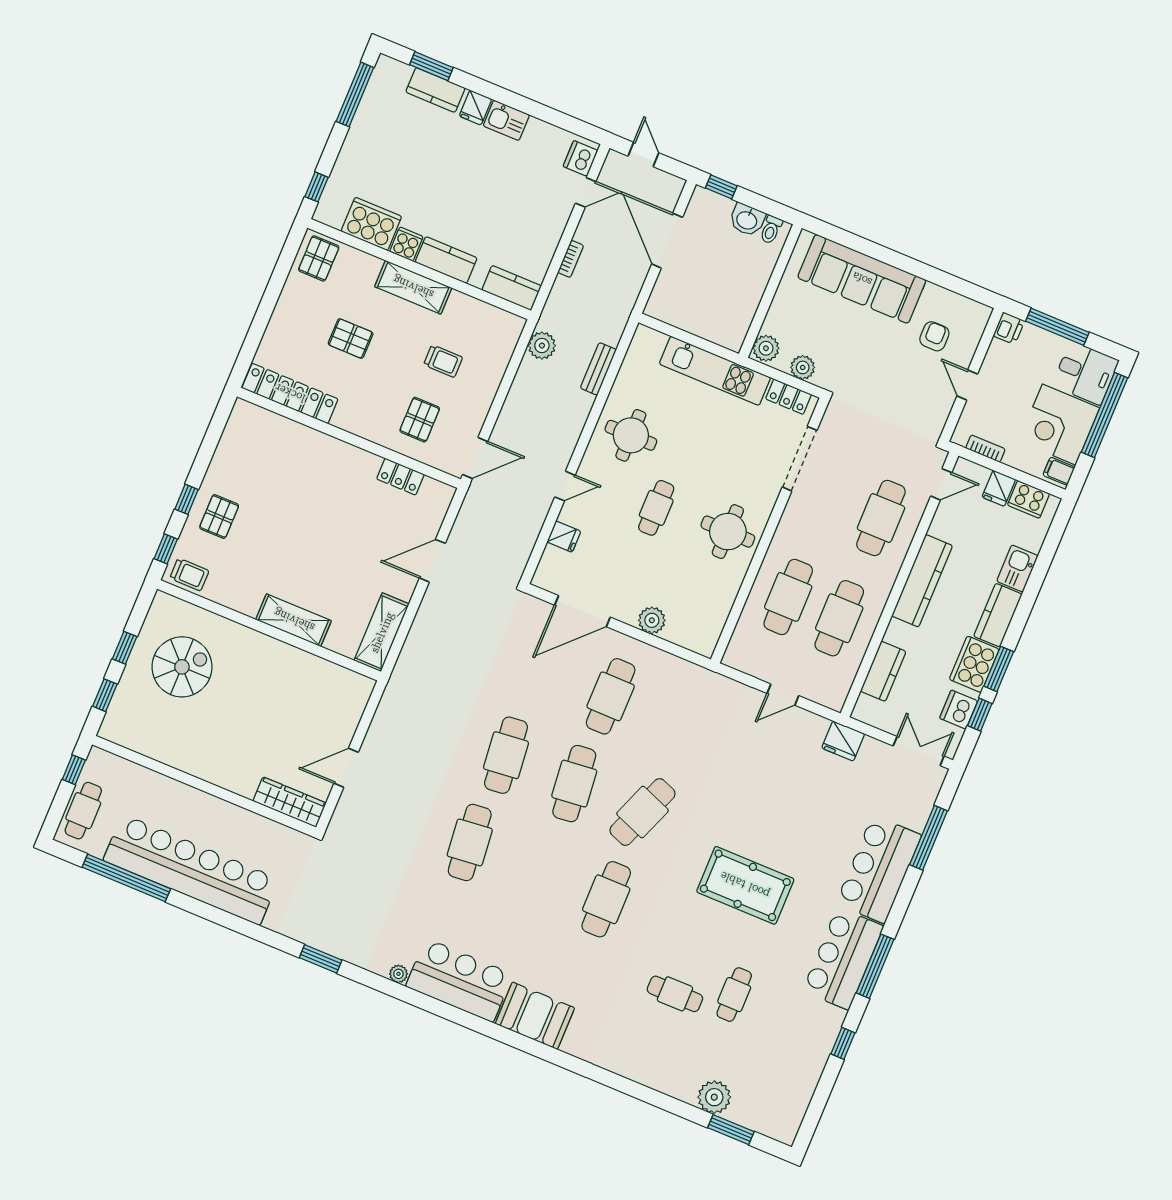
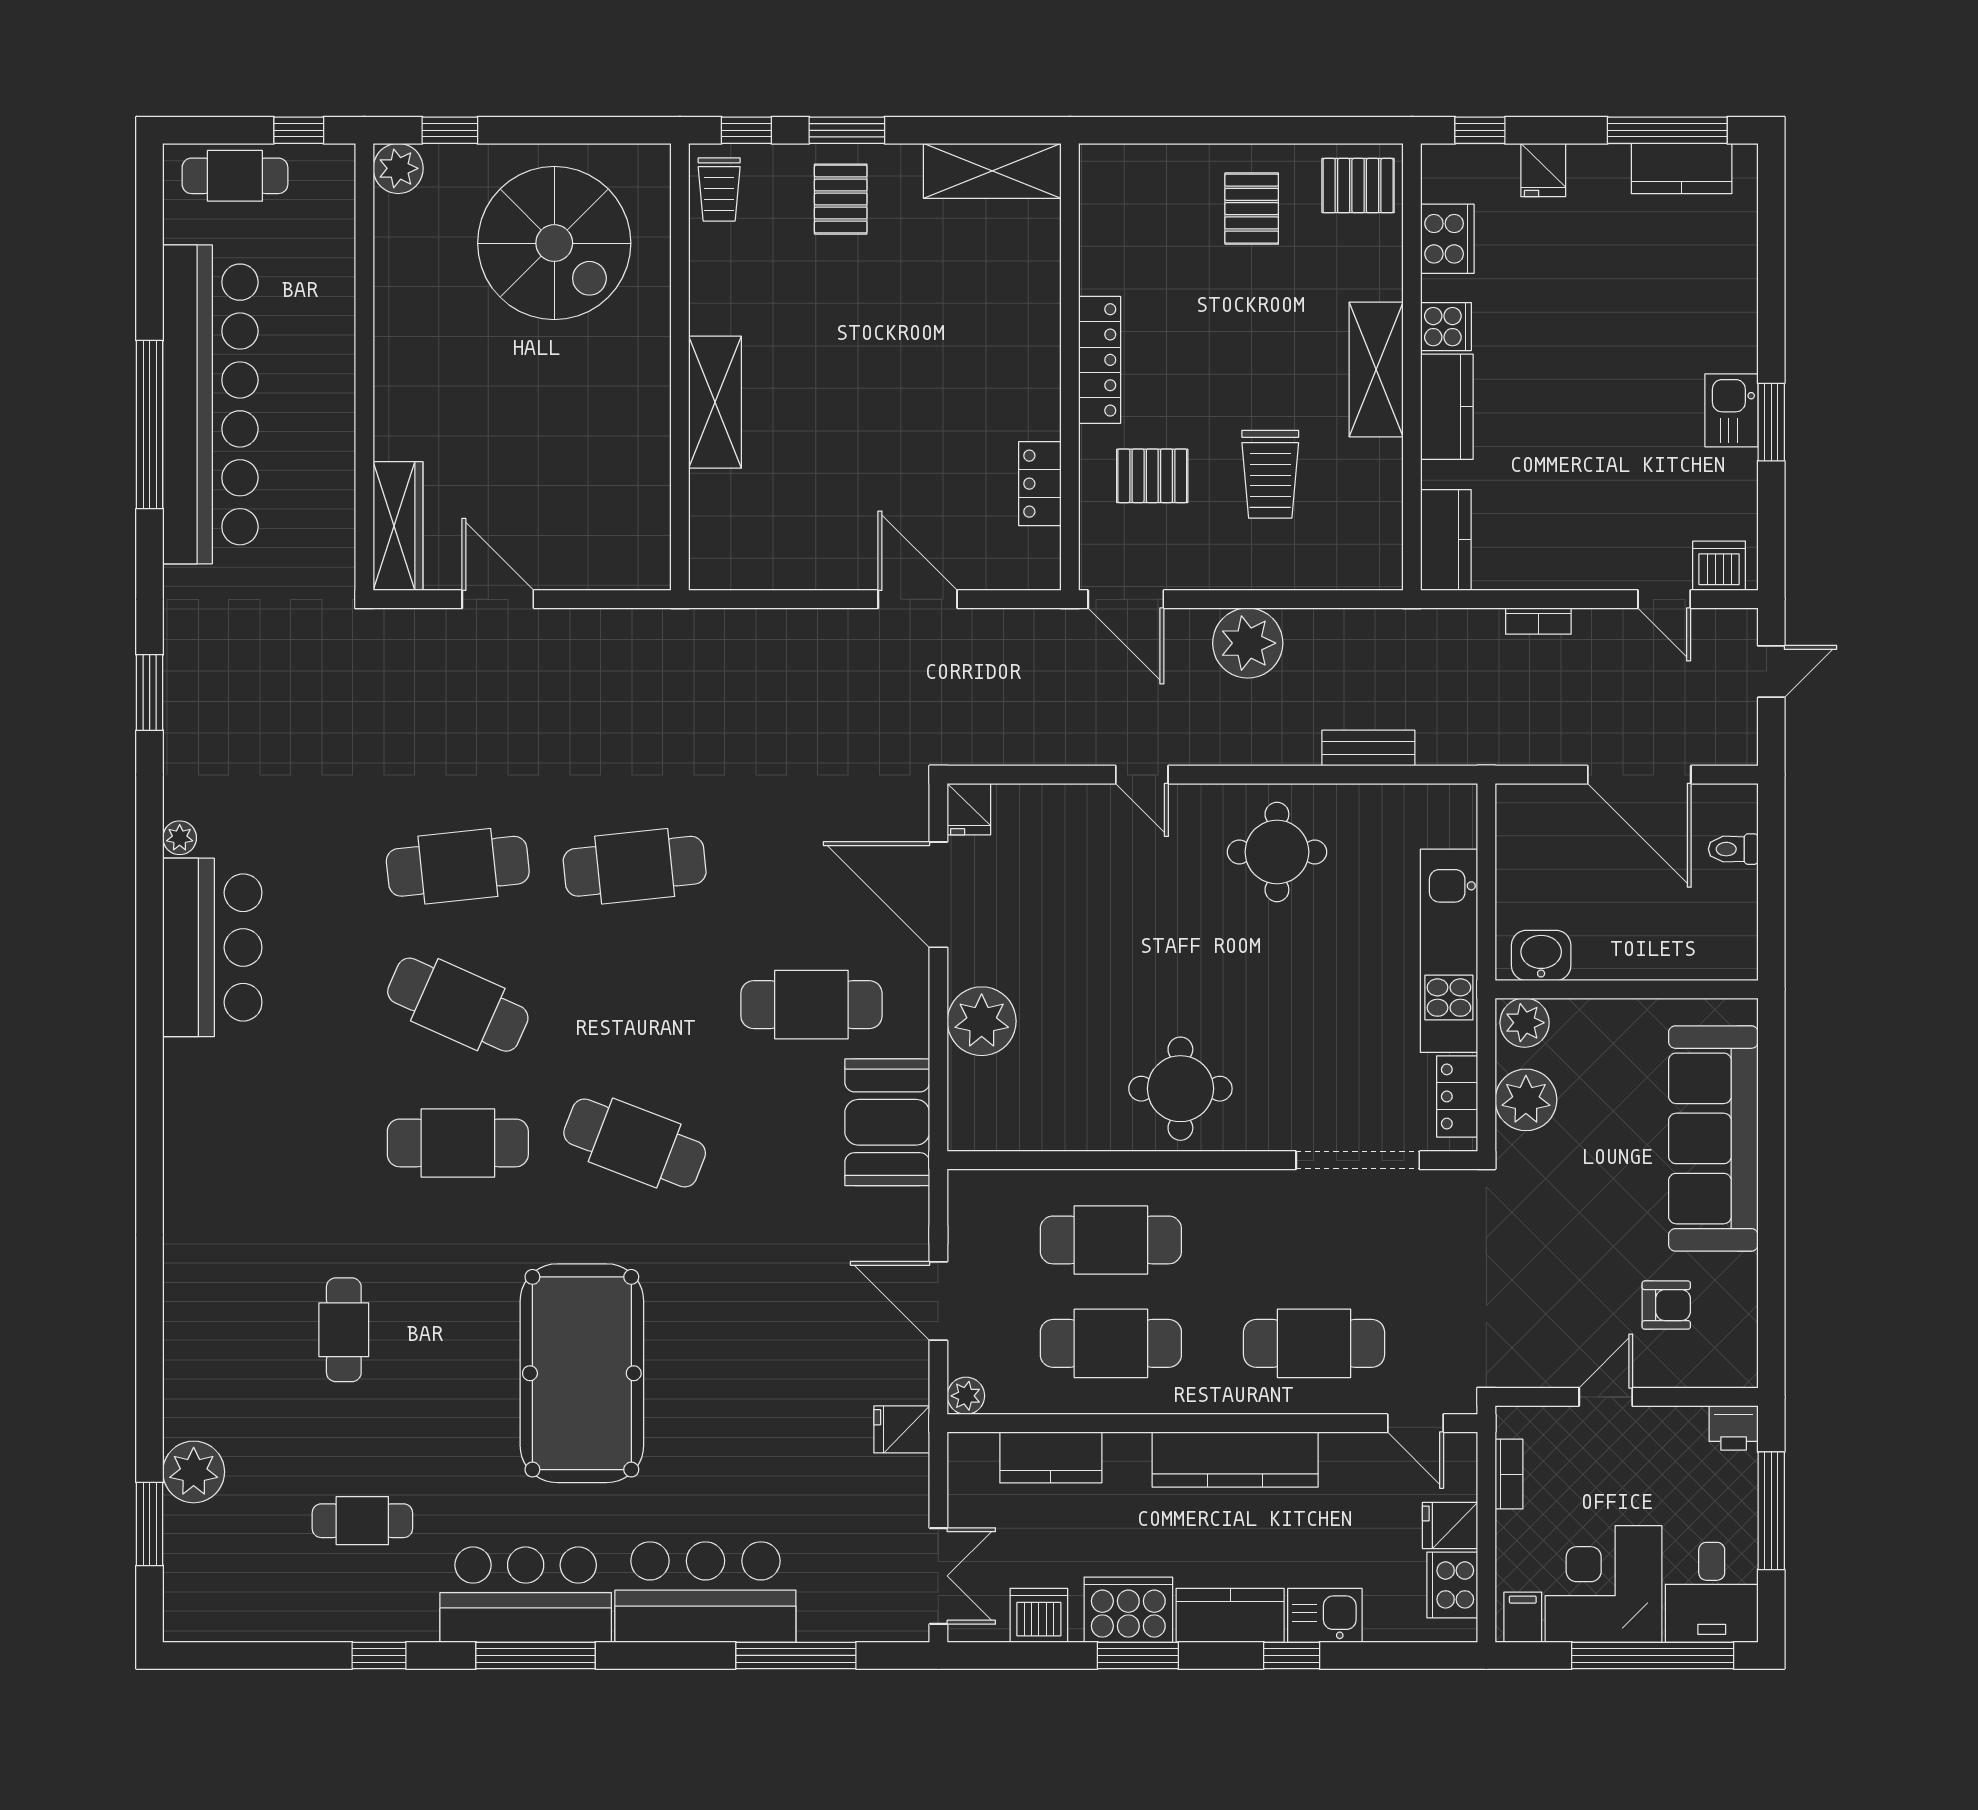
window: (431, 66) -> (1771, 422), moved
kitchen counter: (435, 90) -> (1682, 169), moved, turned -90
fridge: (475, 108) -> (1543, 170), moved, turned -90
window: (721, 187) -> (1771, 829), removed
washbasin: (747, 220) -> (1541, 955), moved, turned 90
cooker: (371, 224) -> (1447, 239), width x0.73, depth x0.76
toilet: (771, 230) -> (1733, 849), moved
door: (667, 241) -> (1639, 775), swing flipped
pallet: (351, 339) -> (1252, 209), moved
plant: (542, 346) -> (1248, 643), moved, width x1.36, depth x1.36
trolley: (443, 361) -> (1270, 474), width x1.36, depth x1.39
plant: (803, 367) -> (1526, 1100), width x1.36, depth x1.36
locker: (290, 393) -> (1100, 360), moved, width x0.71, depth x0.83
window: (186, 499) -> (847, 130), width x1.50
cafe table: (656, 508) -> (1170, 948), removed
pallet: (219, 516) -> (841, 199), turned 90
fridge: (564, 537) -> (969, 809), moved
plant: (652, 620) -> (982, 1021), width x1.36, depth x1.36
shelving: (382, 632) -> (992, 171), moved
window: (125, 648) -> (546, 130), removed
spiral stairs: (182, 667) -> (554, 243), width x1.37, depth x1.37
door: (783, 695) -> (938, 1301), width x1.38
plant: (835, 700) -> (966, 1396), added
window: (980, 715) -> (1292, 1655), moved
plant: (113, 729) -> (398, 168), added
fridge: (843, 741) -> (902, 1429), width x0.72
cafe table: (574, 784) -> (458, 1005), moved, turned 30
window: (126, 878) -> (150, 425), moved
pool table: (745, 885) -> (582, 1373), width x1.36, depth x1.32
cafe table: (734, 995) -> (362, 1521), moved
booth: (535, 1016) -> (887, 1122), moved

